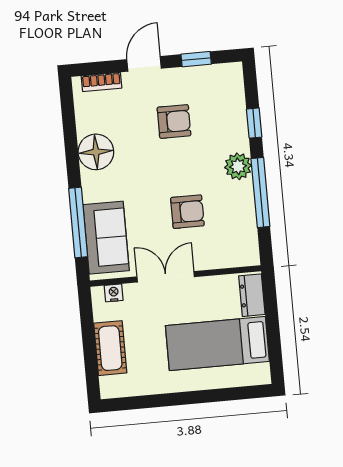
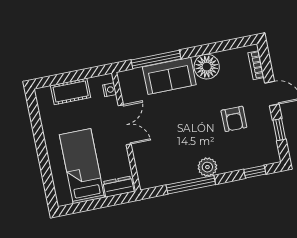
window: (254, 123) -> (255, 172), moved
armchair: (187, 212) -> (172, 135), removed
sofa: (106, 238) -> (169, 76), moved

